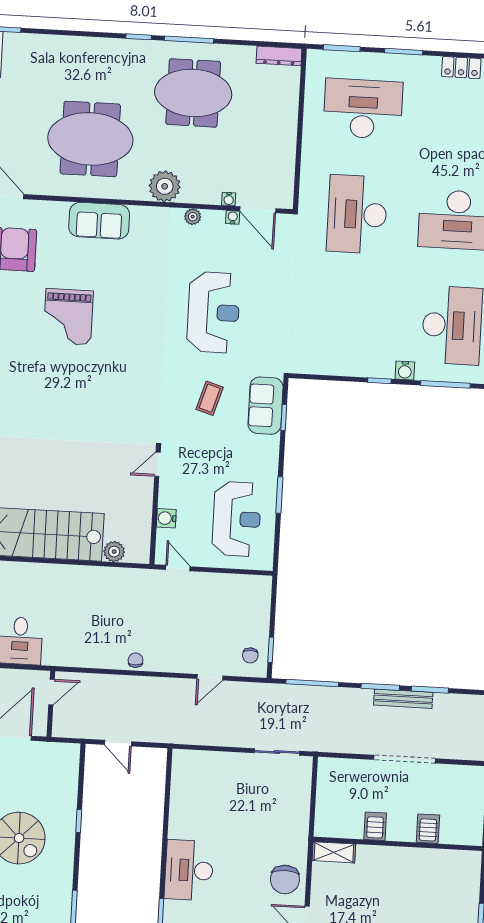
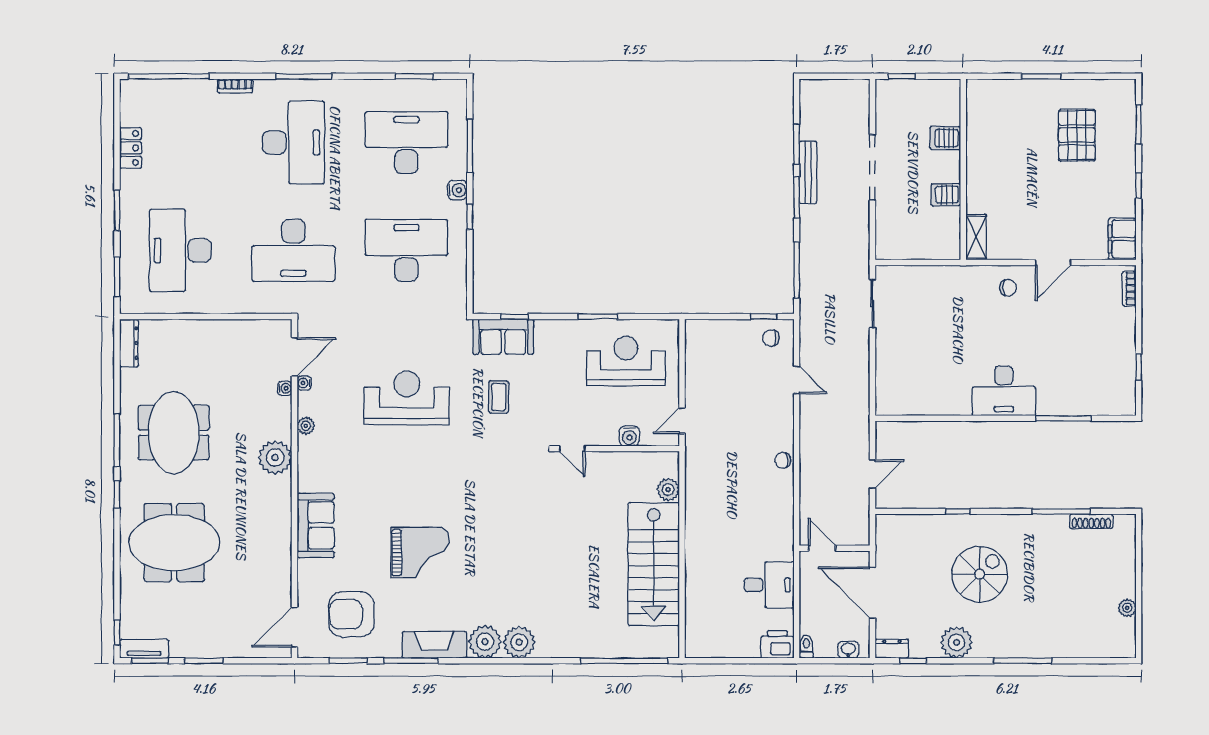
meeting table: (90, 139) -> (174, 543), moved, turned 90
desk: (351, 320) -> (406, 250), added
coffee table: (210, 398) -> (499, 397), turned 73
chair: (250, 655) -> (771, 338), turned 180
chair: (285, 879) -> (1008, 288), width x0.54, depth x0.54

